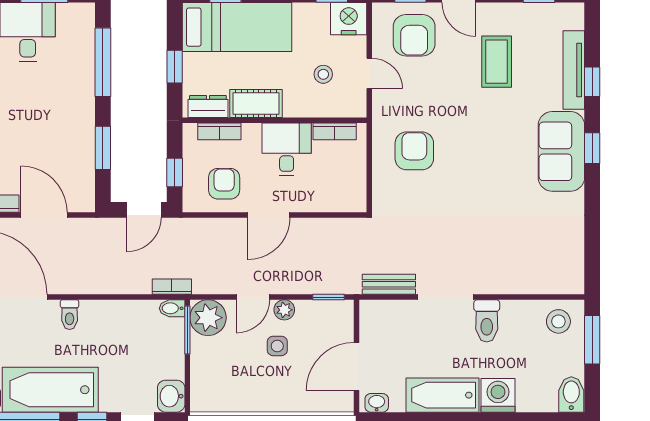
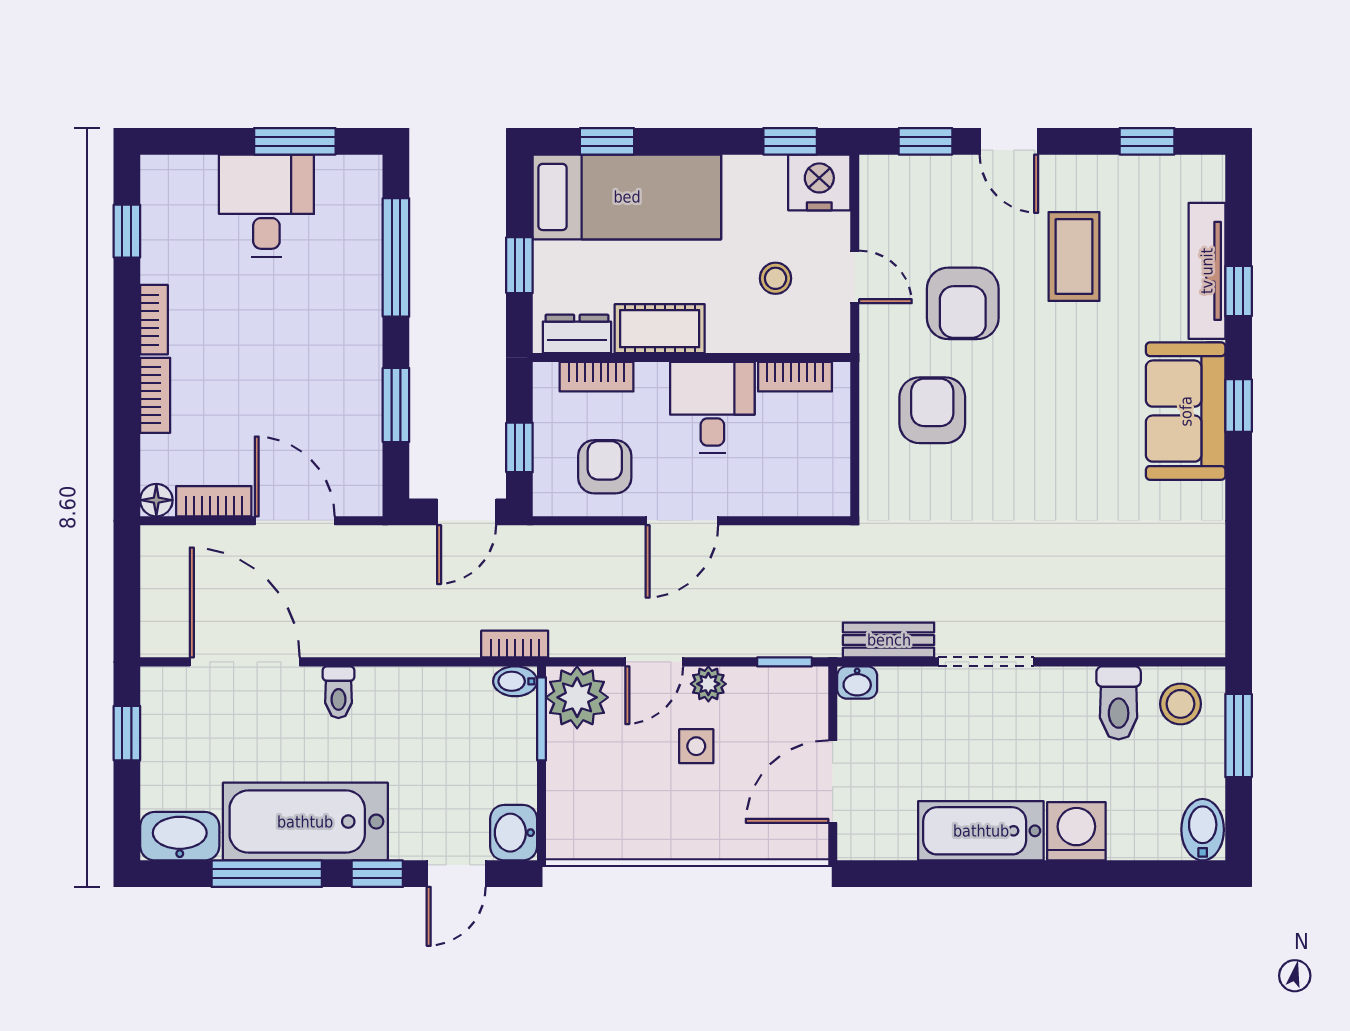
armchair: (414, 35) -> (963, 303), moved
toilet: (487, 321) -> (1119, 703), moved
washbasin: (377, 403) -> (857, 683), moved, turned 180

